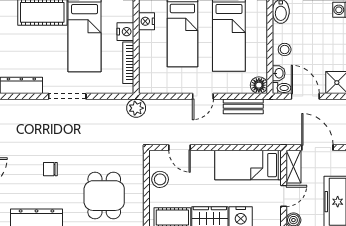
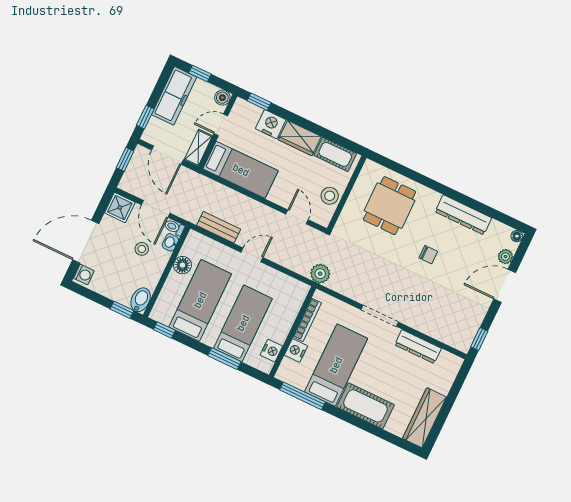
stool: (285, 49) -> (142, 249), moved
floor lamp: (259, 85) -> (182, 265), moved

